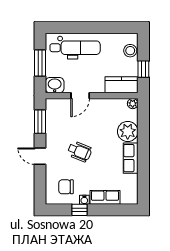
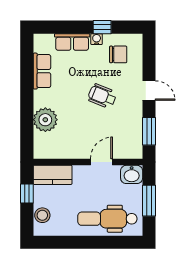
plant: (133, 104) -> (39, 153), removed
row of seats: (131, 158) -> (42, 71), moved

